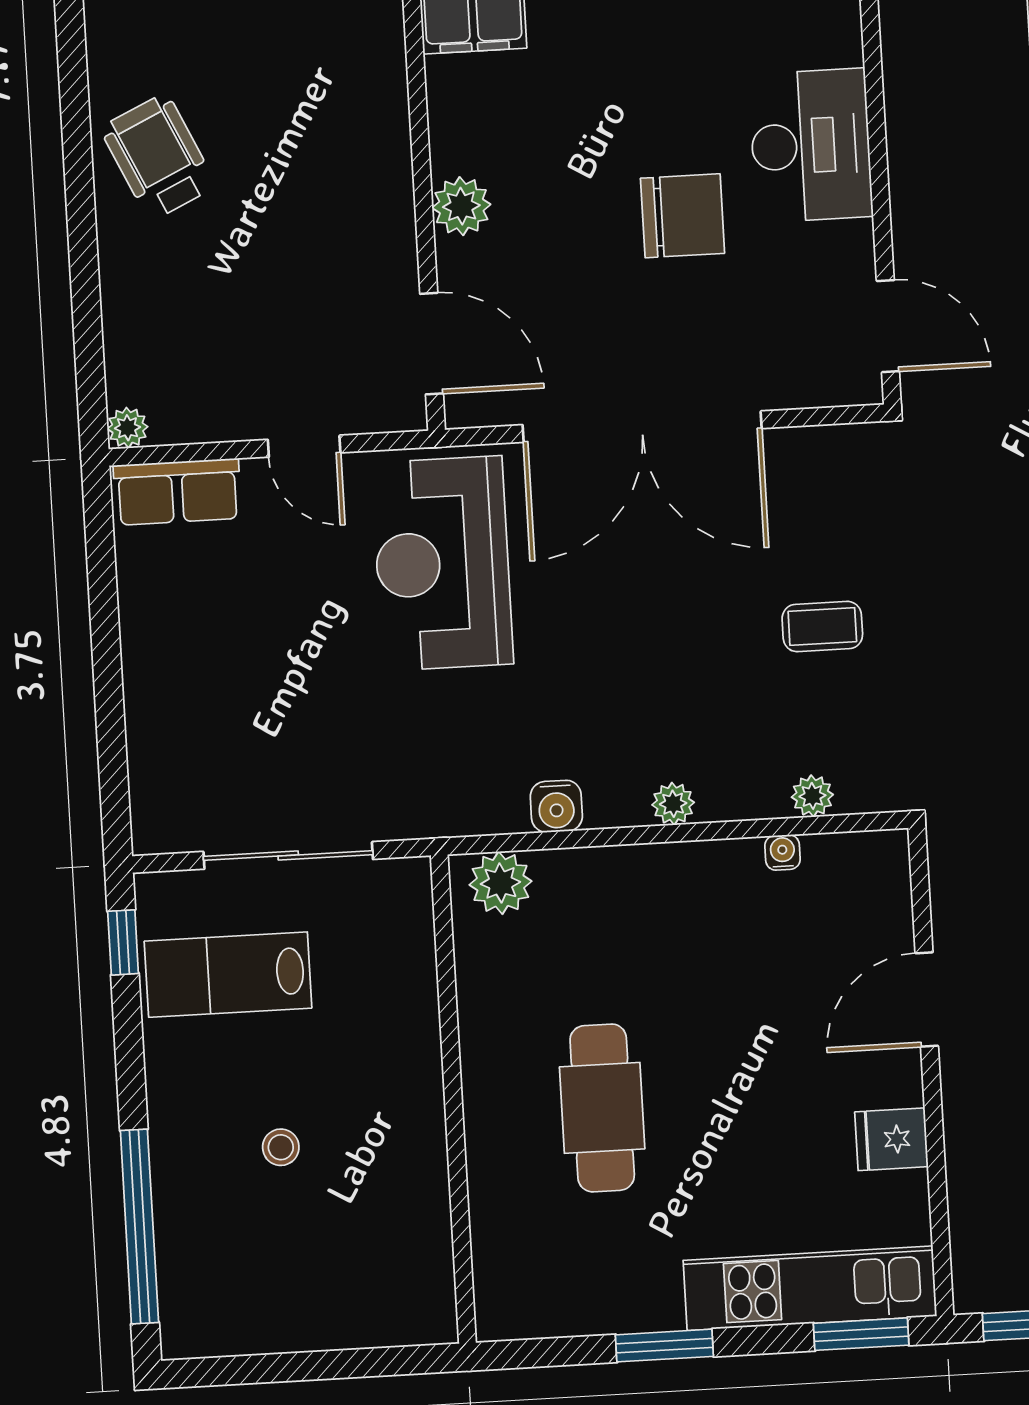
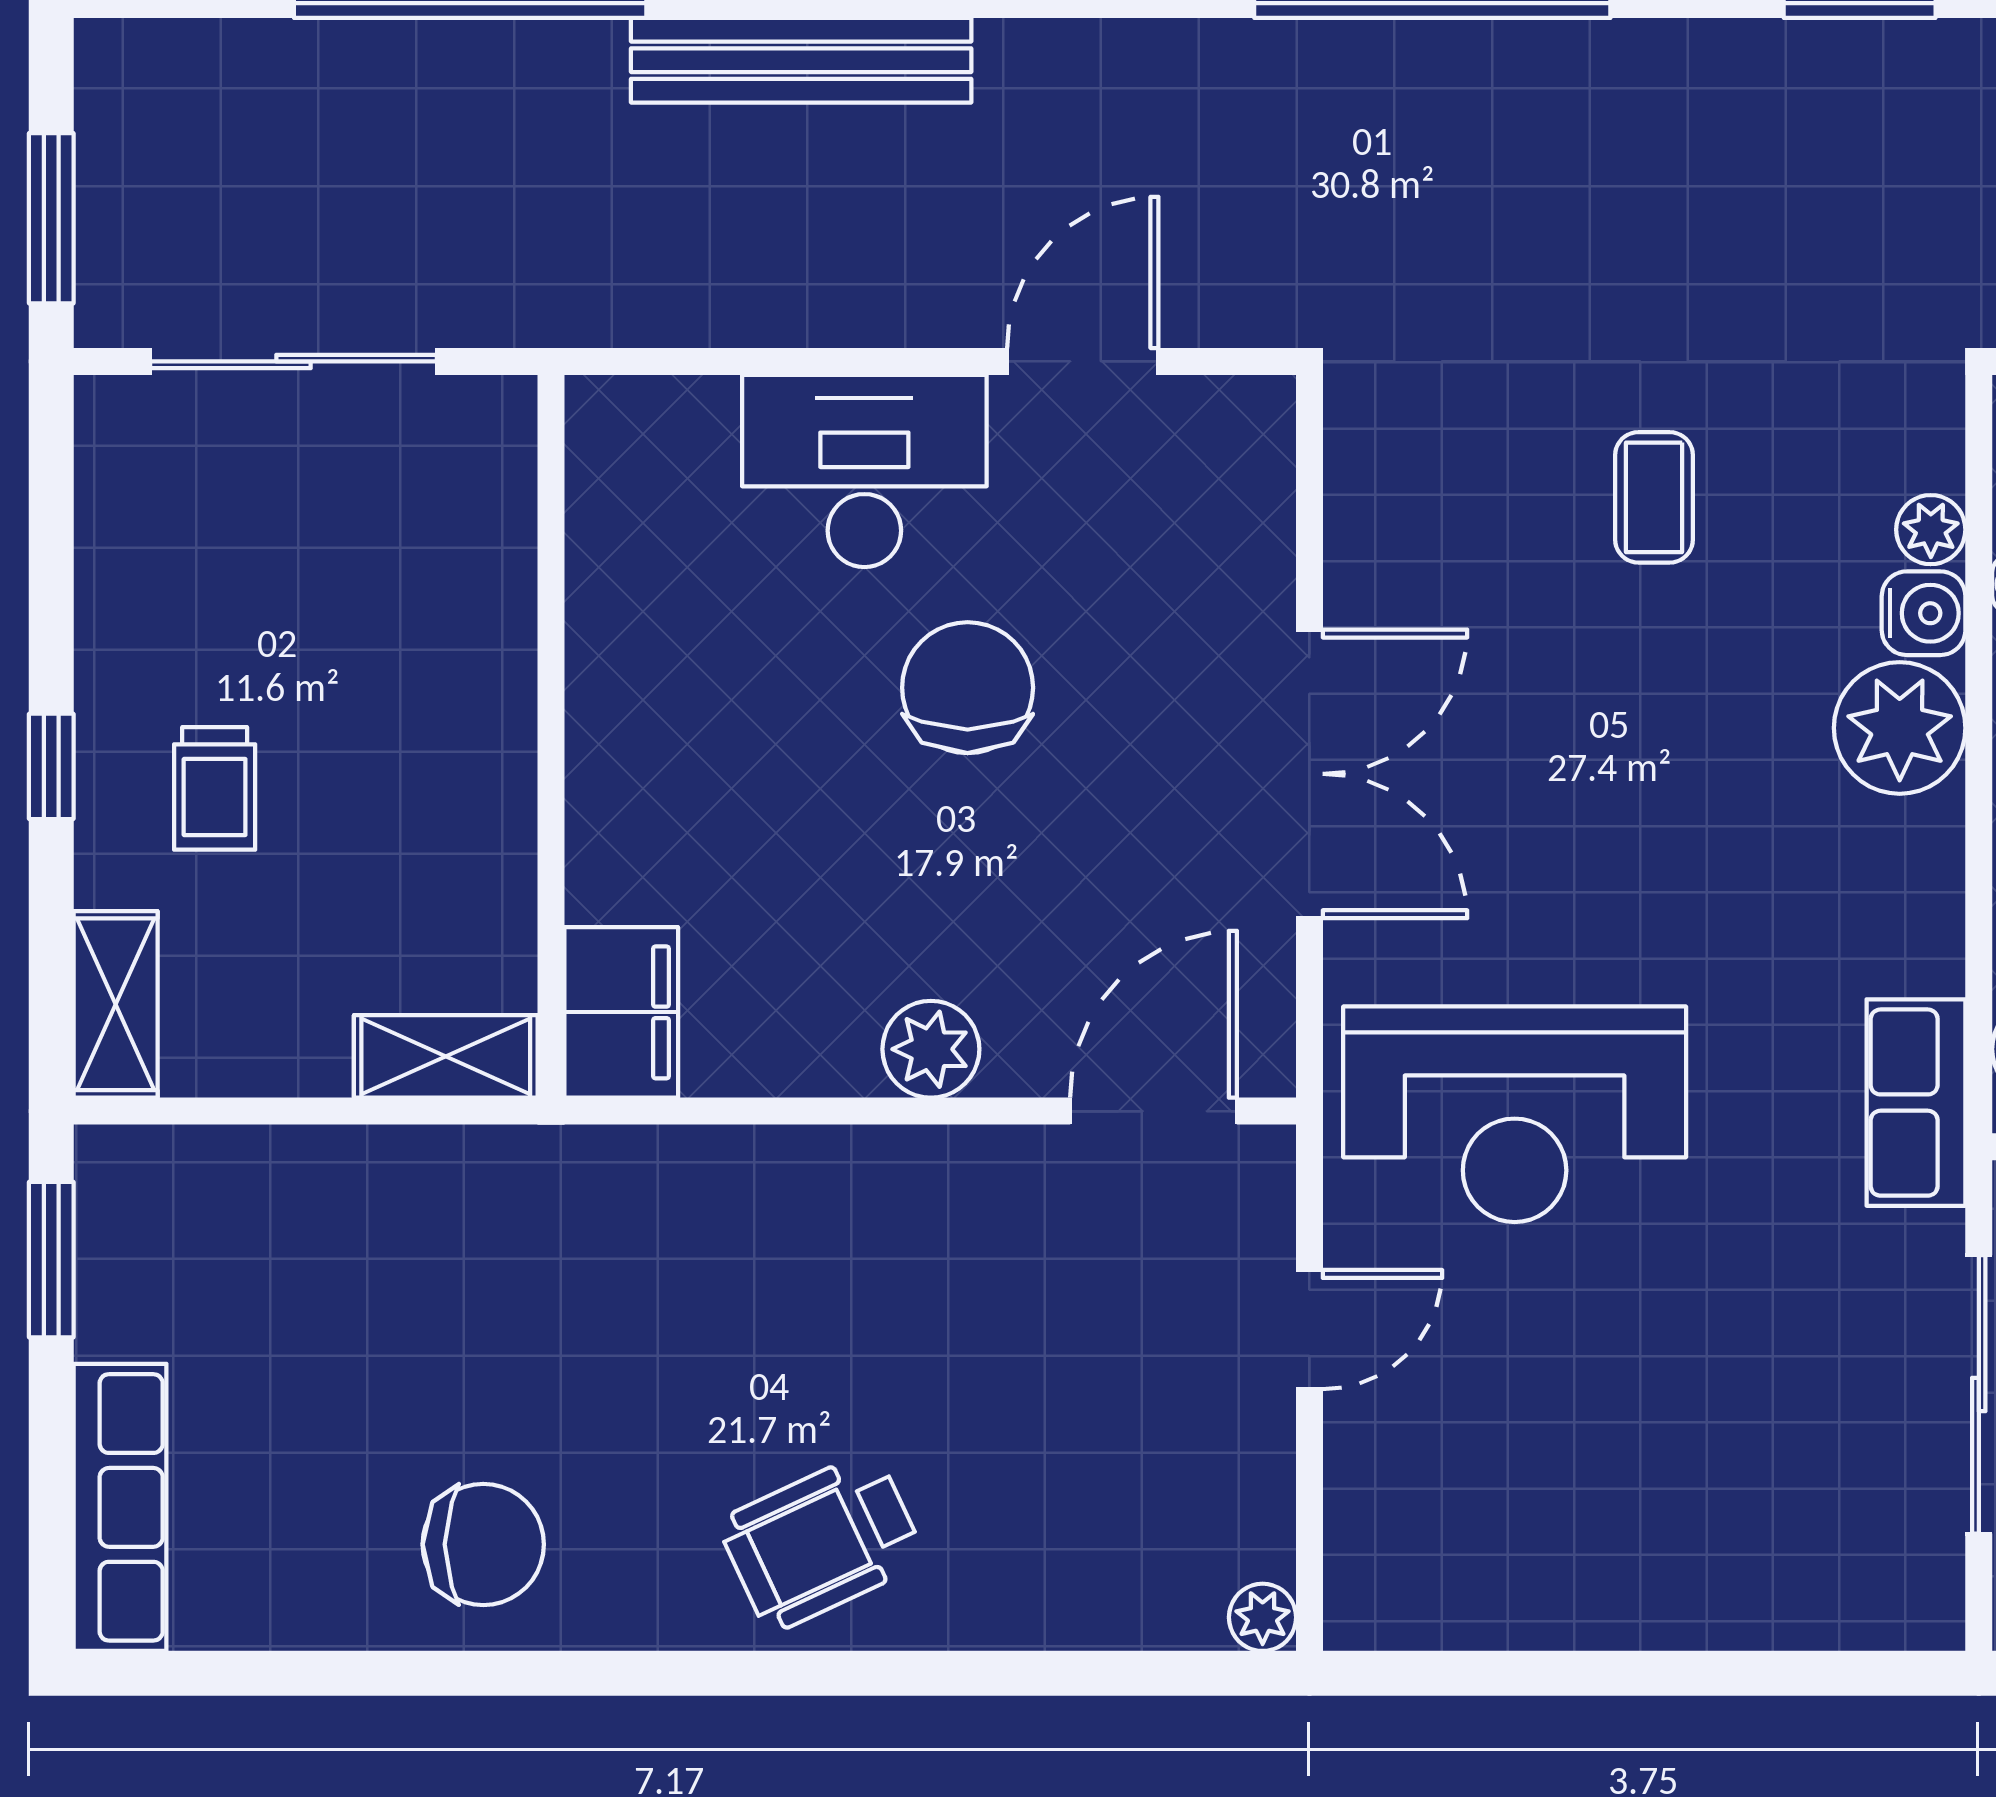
door: (888, 326) -> (1083, 361), moved
double door: (642, 427) -> (1309, 774), width x0.73
row of seats: (177, 492) -> (1916, 1103), moved, turned 180
plant: (673, 804) -> (1900, 728), width x1.88, depth x1.88
water cooler: (556, 806) -> (1924, 613), moved

